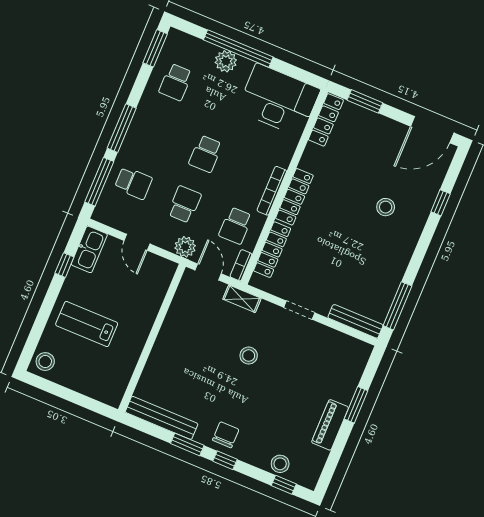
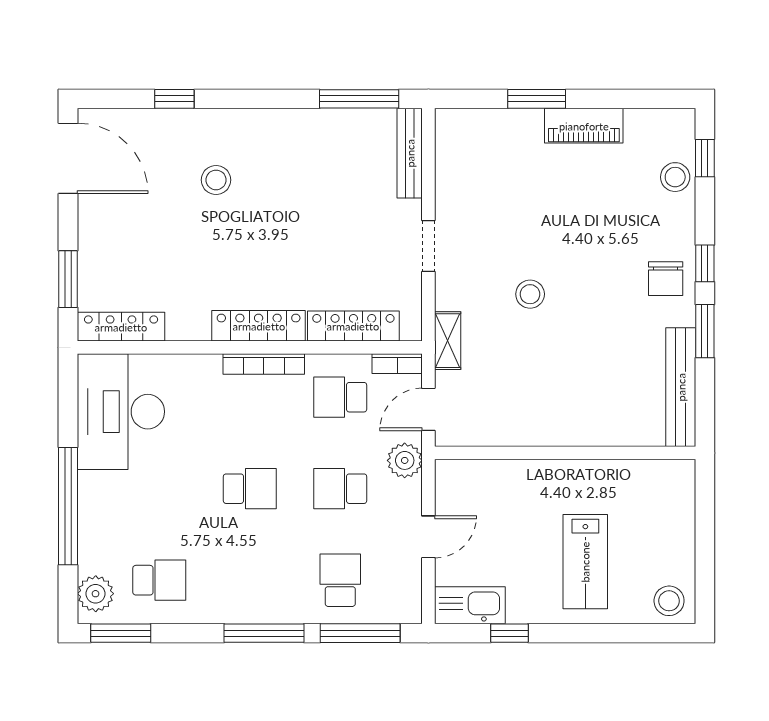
plant: (226, 61) -> (96, 594), moved
school desk: (235, 226) -> (340, 397), turned 180
chair: (226, 435) -> (666, 279), turned -90

